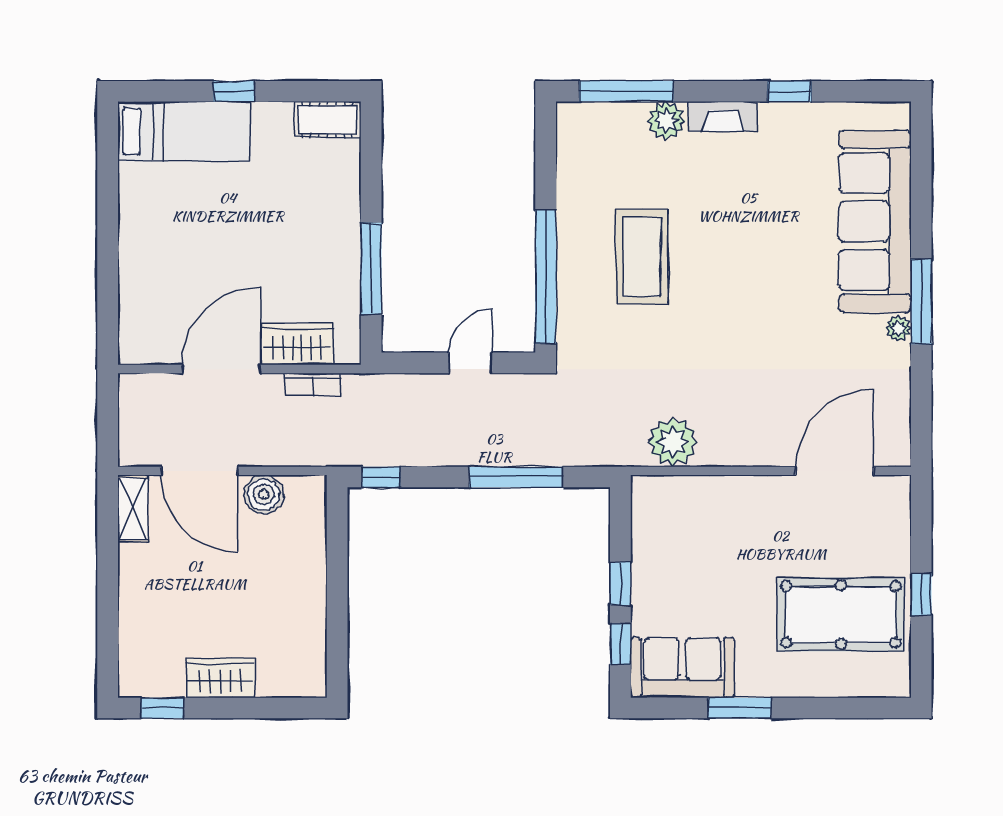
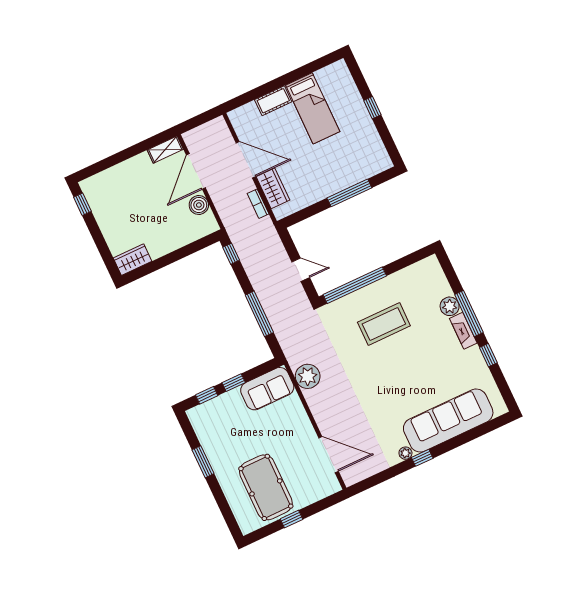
window: (626, 91) -> (469, 314), moved
cot: (327, 120) -> (273, 101), moved, turned 90
bed: (184, 131) -> (313, 108), moved
window: (371, 269) -> (349, 193), moved
window: (921, 302) -> (422, 458), width x0.46
sofa: (682, 668) -> (267, 389), moved, turned 90
wardrobe: (221, 678) -> (133, 260), moved, turned -90

